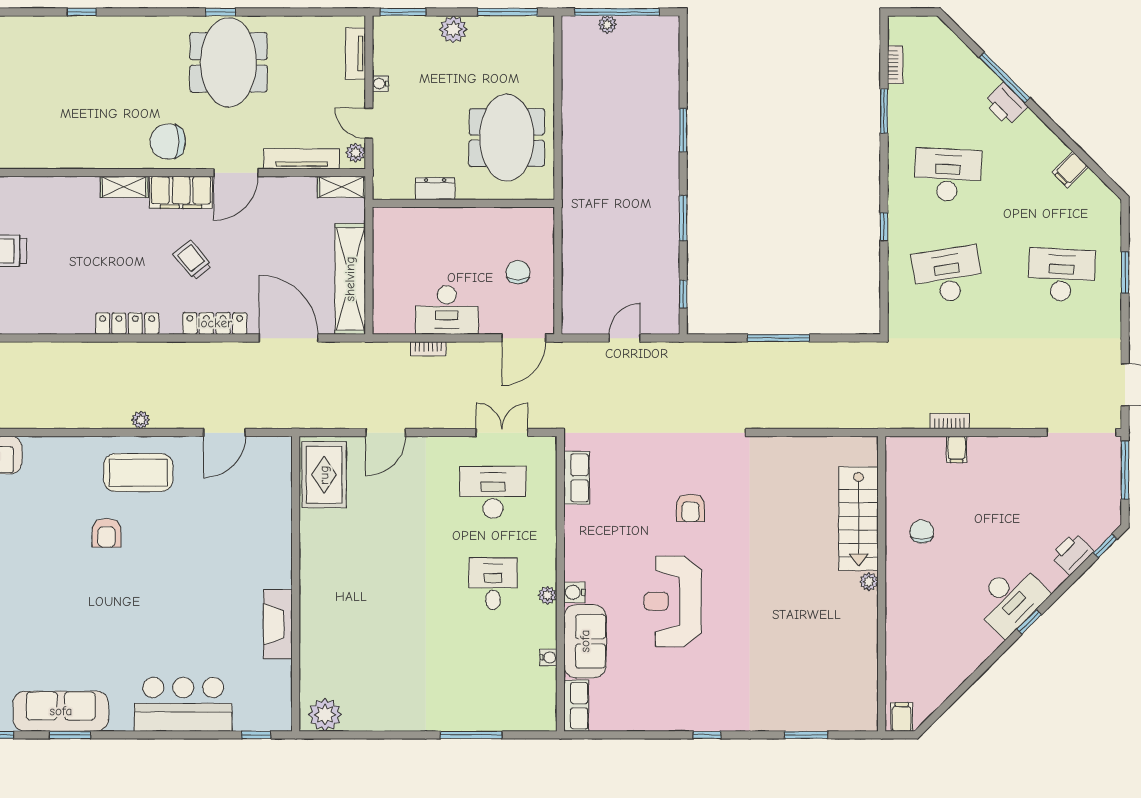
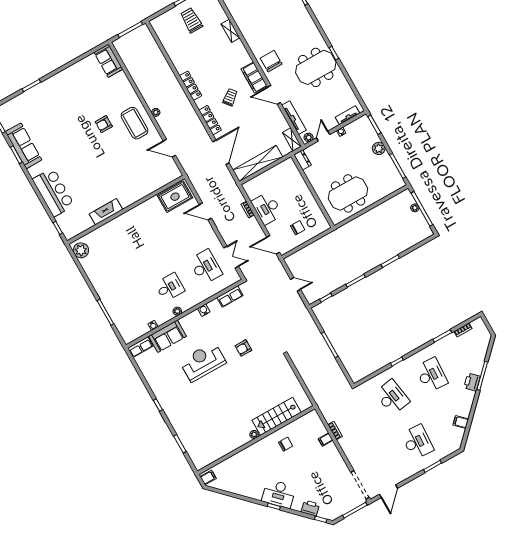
shelving: (124, 187) -> (230, 31), moved
dresser: (435, 189) -> (303, 160), moved
water cooler: (574, 592) -> (204, 310), moved

